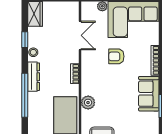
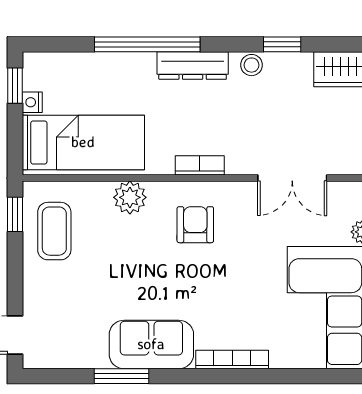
armchair: (116, 56) -> (195, 225), moved

